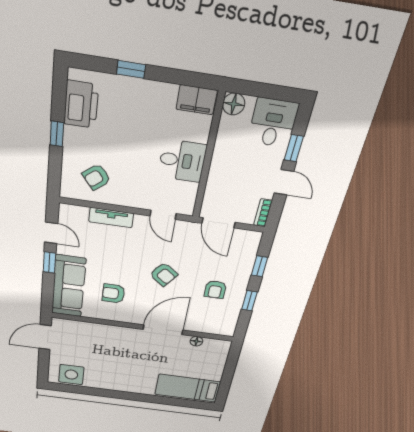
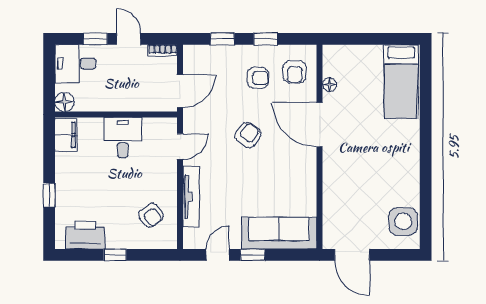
door: (284, 182) -> (129, 39), hinge flipped
tv unit: (111, 218) -> (191, 197), width x1.41
armchair: (113, 293) -> (295, 72), moved

